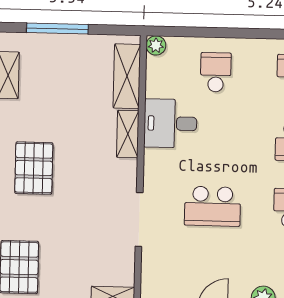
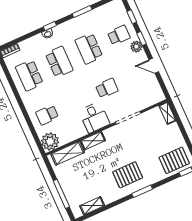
plant: (156, 45) -> (50, 141), width x1.87, depth x1.87
desk: (170, 123) -> (94, 117), moved
school desk: (213, 206) -> (107, 88), width x0.54

